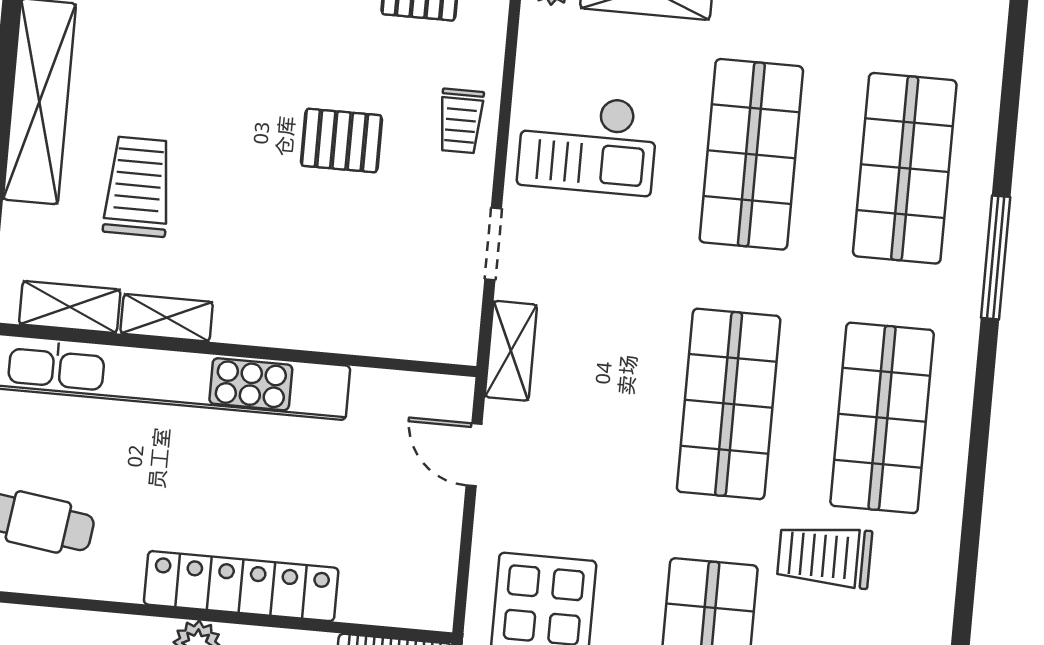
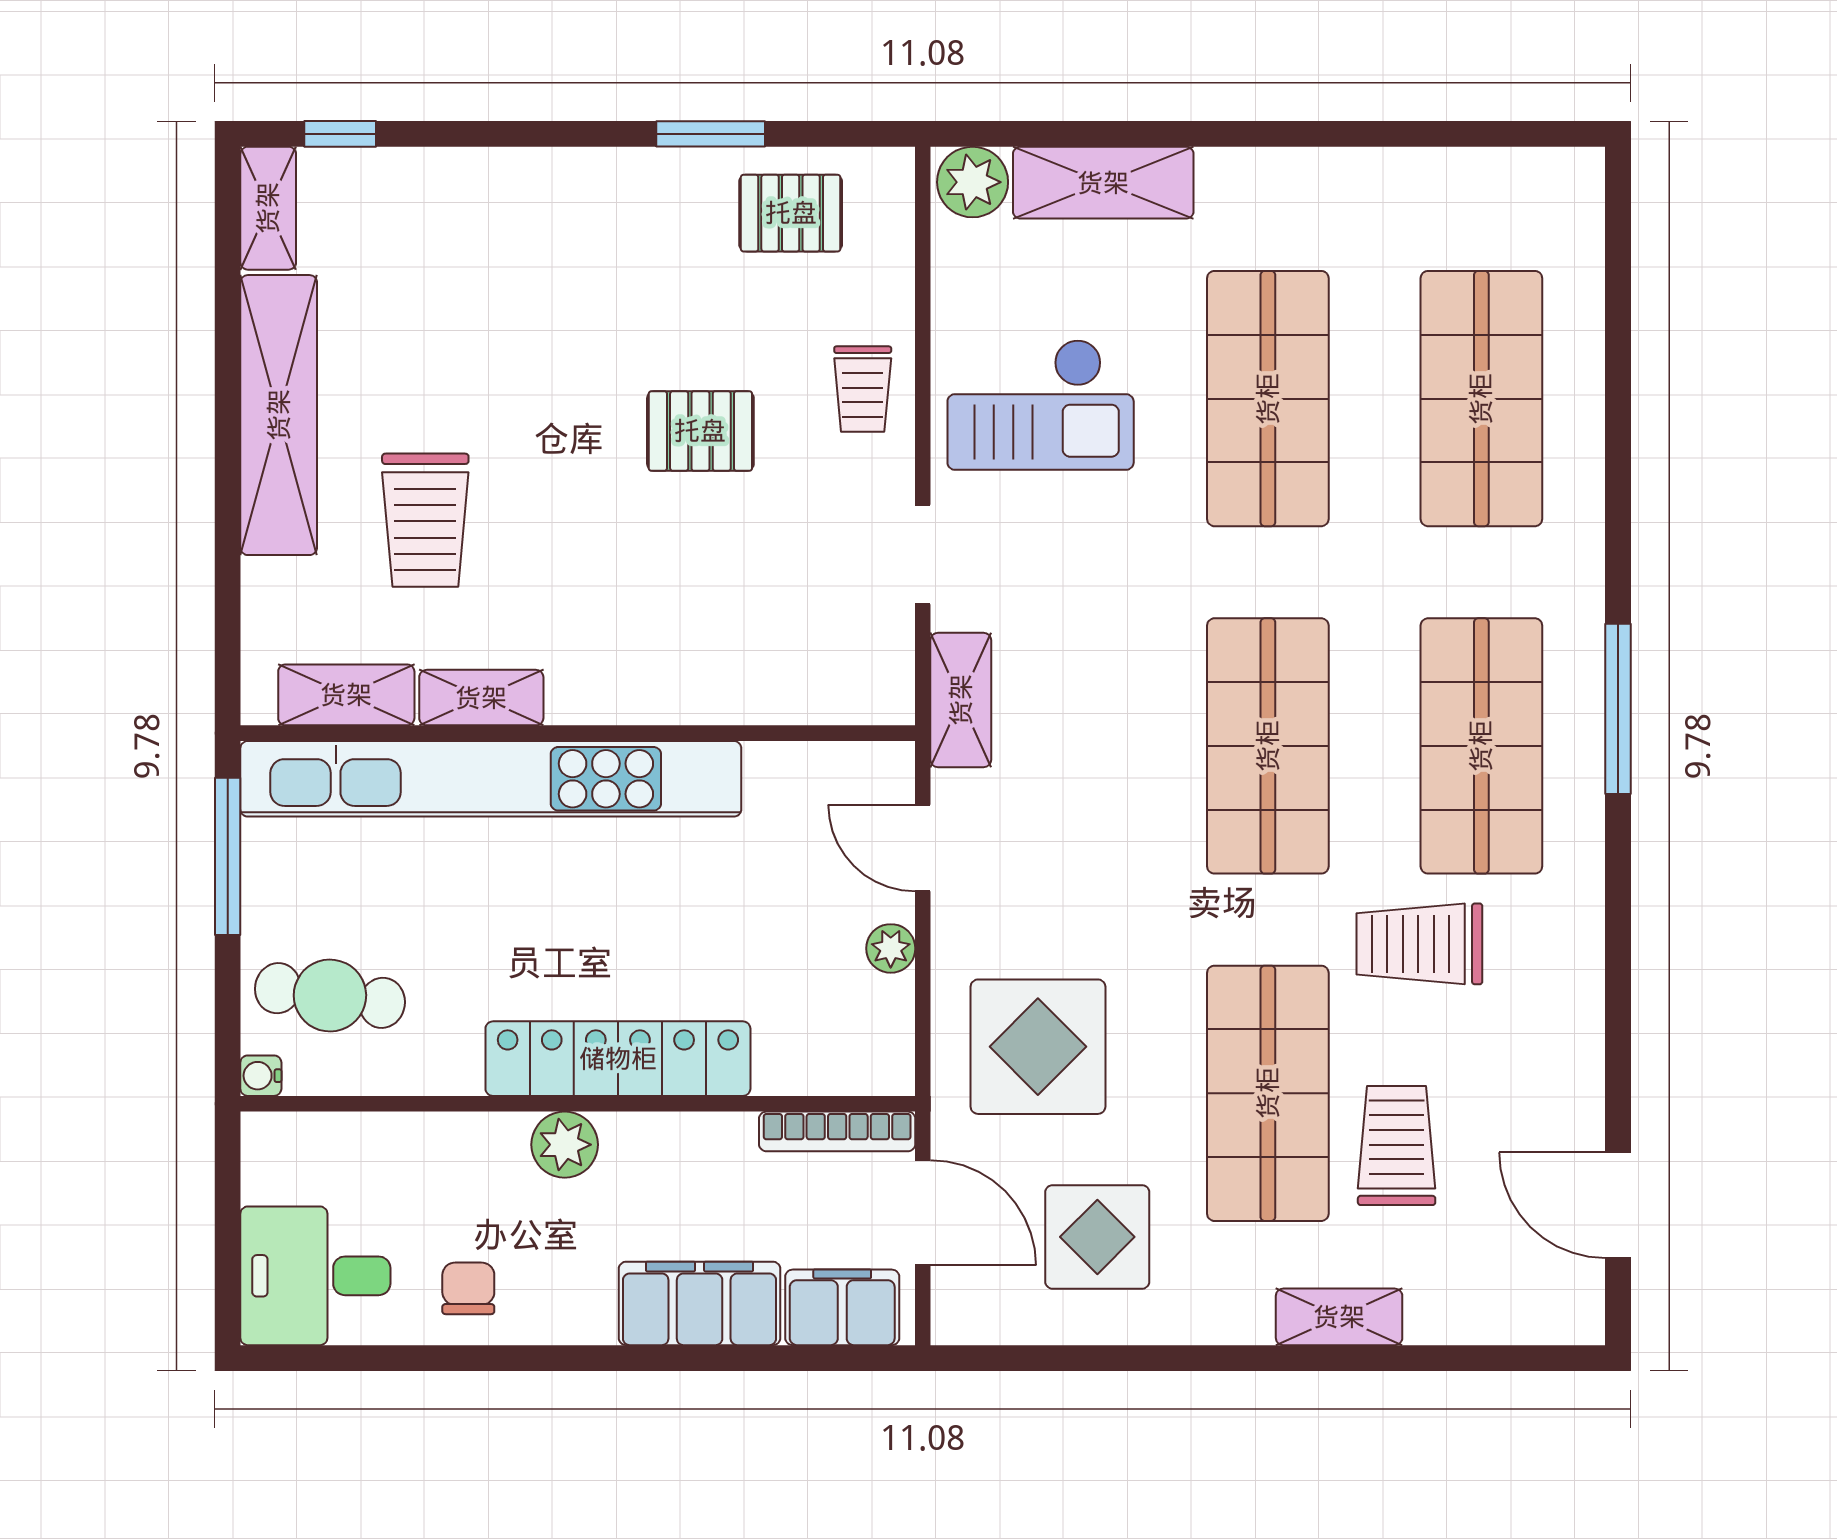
trolley: (138, 187) -> (425, 520), turned 180
window: (996, 257) -> (1618, 709), moved
plant: (444, 525) -> (891, 948), added

